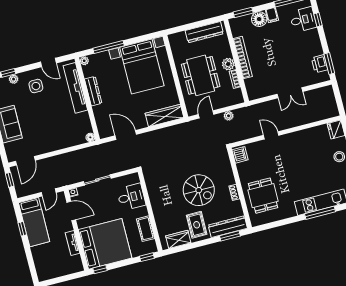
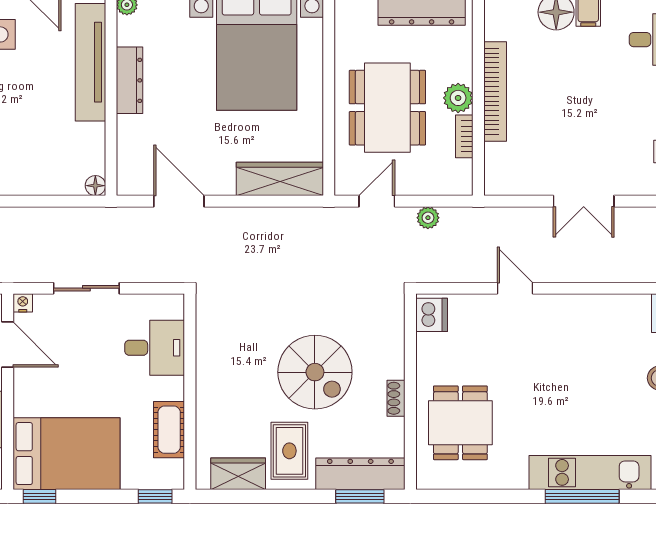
bed: (105, 244) -> (66, 454), width x0.73

